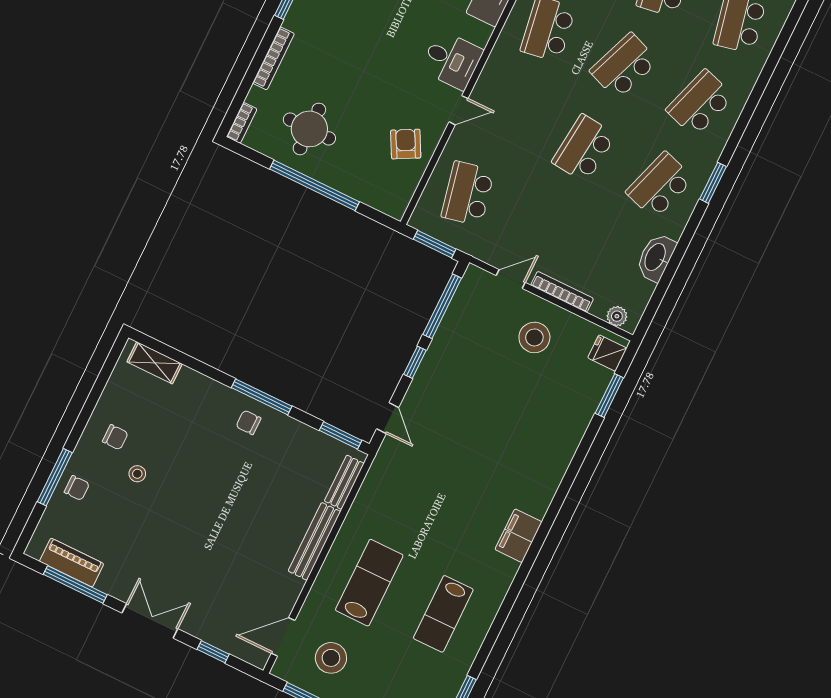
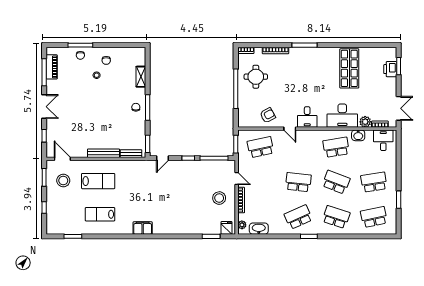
school desk: (660, 185) -> (298, 217), turned -42
washbasin: (656, 257) -> (259, 229), moved
shelving: (155, 363) -> (141, 77), moved

